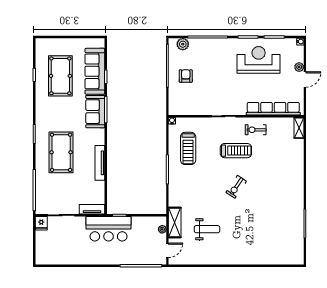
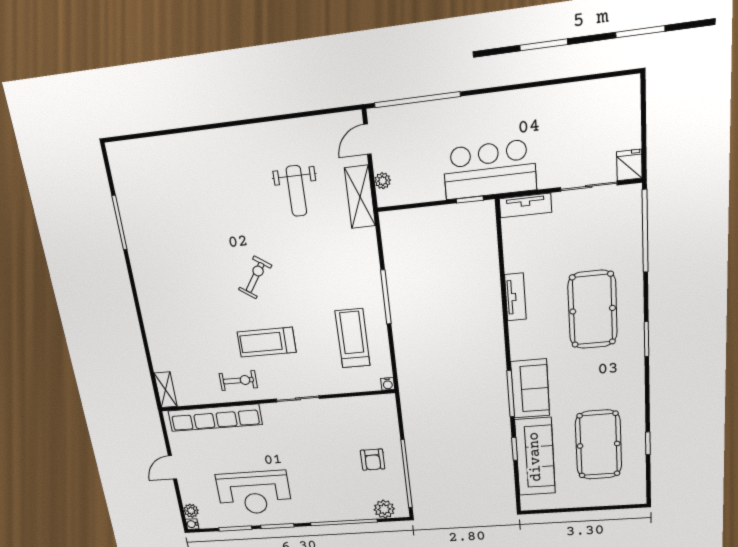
plant: (299, 67) -> (191, 511), moved
tv unit: (100, 163) -> (515, 297), width x0.71
weight bench: (207, 229) -> (296, 191), turned -90

